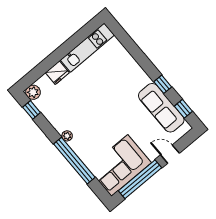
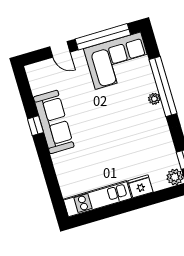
sofa: (161, 108) -> (54, 122), moved
window: (183, 109) -> (25, 91), removed
plant: (67, 136) -> (154, 99), moved

